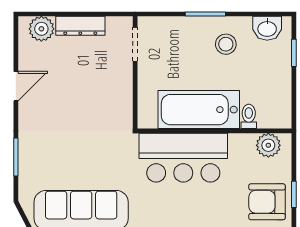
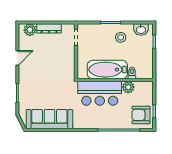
plant: (268, 145) -> (128, 87), moved

